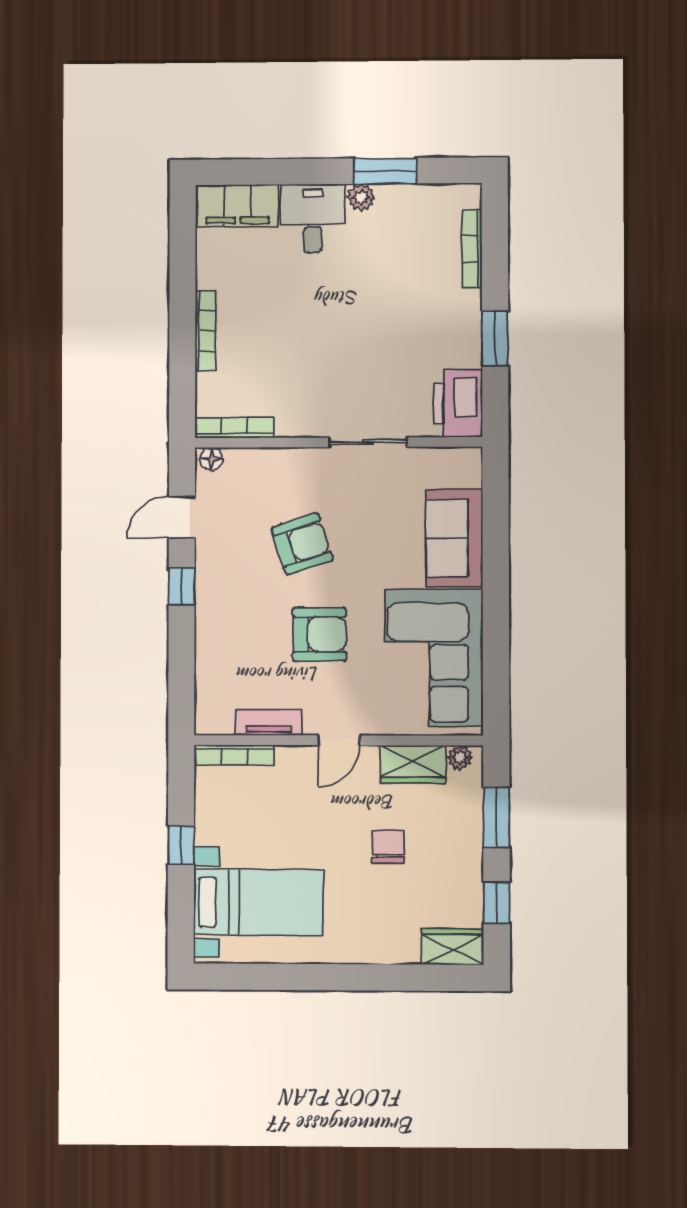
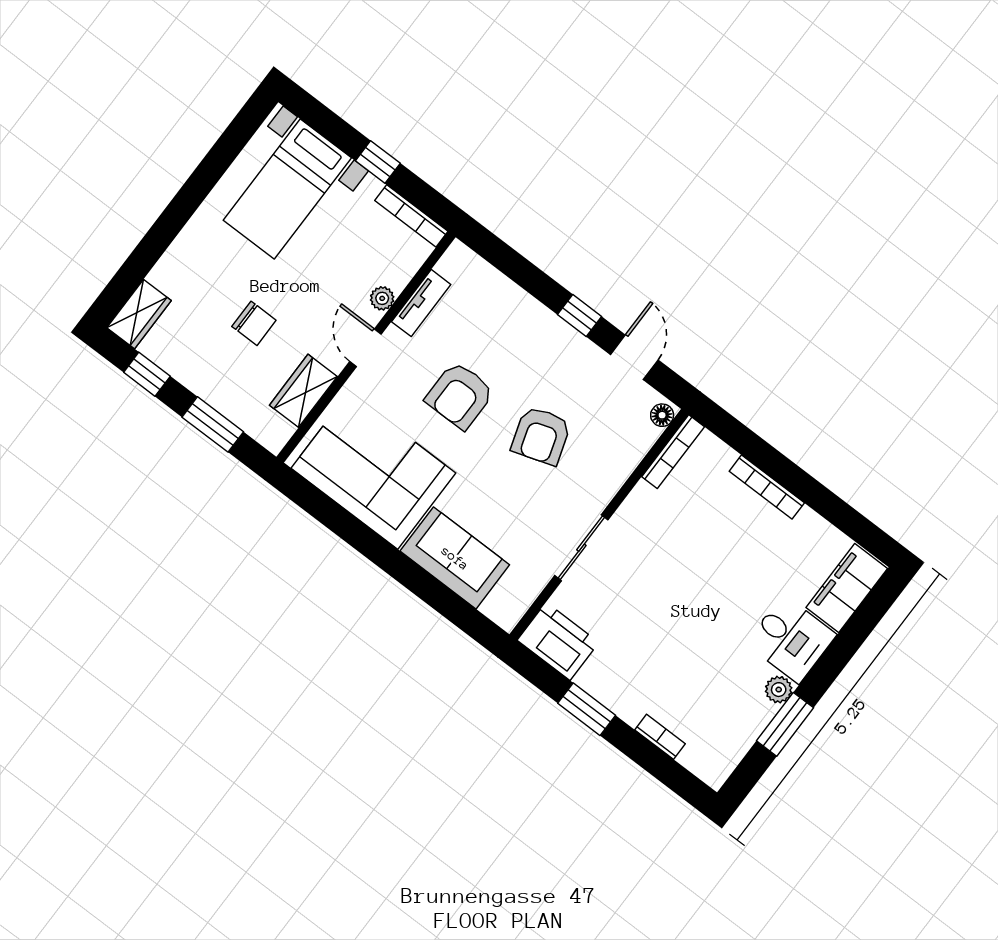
bookcase: (472, 249) -> (660, 737), width x0.64
bookcase: (235, 755) -> (411, 216), moved, turned -90
plant: (460, 758) -> (382, 298), moved

